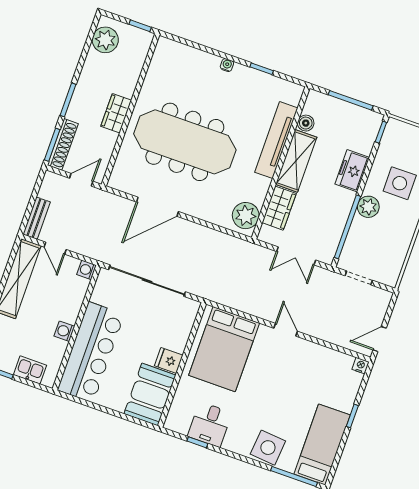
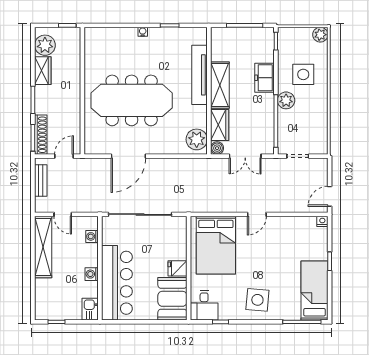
wardrobe: (116, 113) -> (43, 71), moved, turned 180
boiler: (306, 123) -> (217, 148), moved
bench: (37, 218) -> (41, 181), moved
washing machine: (87, 270) -> (92, 236), moved
door: (286, 330) -> (257, 214), swing flipped
kitchen sink: (30, 370) -> (90, 309), moved, turned -90
desk: (210, 424) -> (204, 305), moved
side table: (268, 448) -> (257, 300), moved

